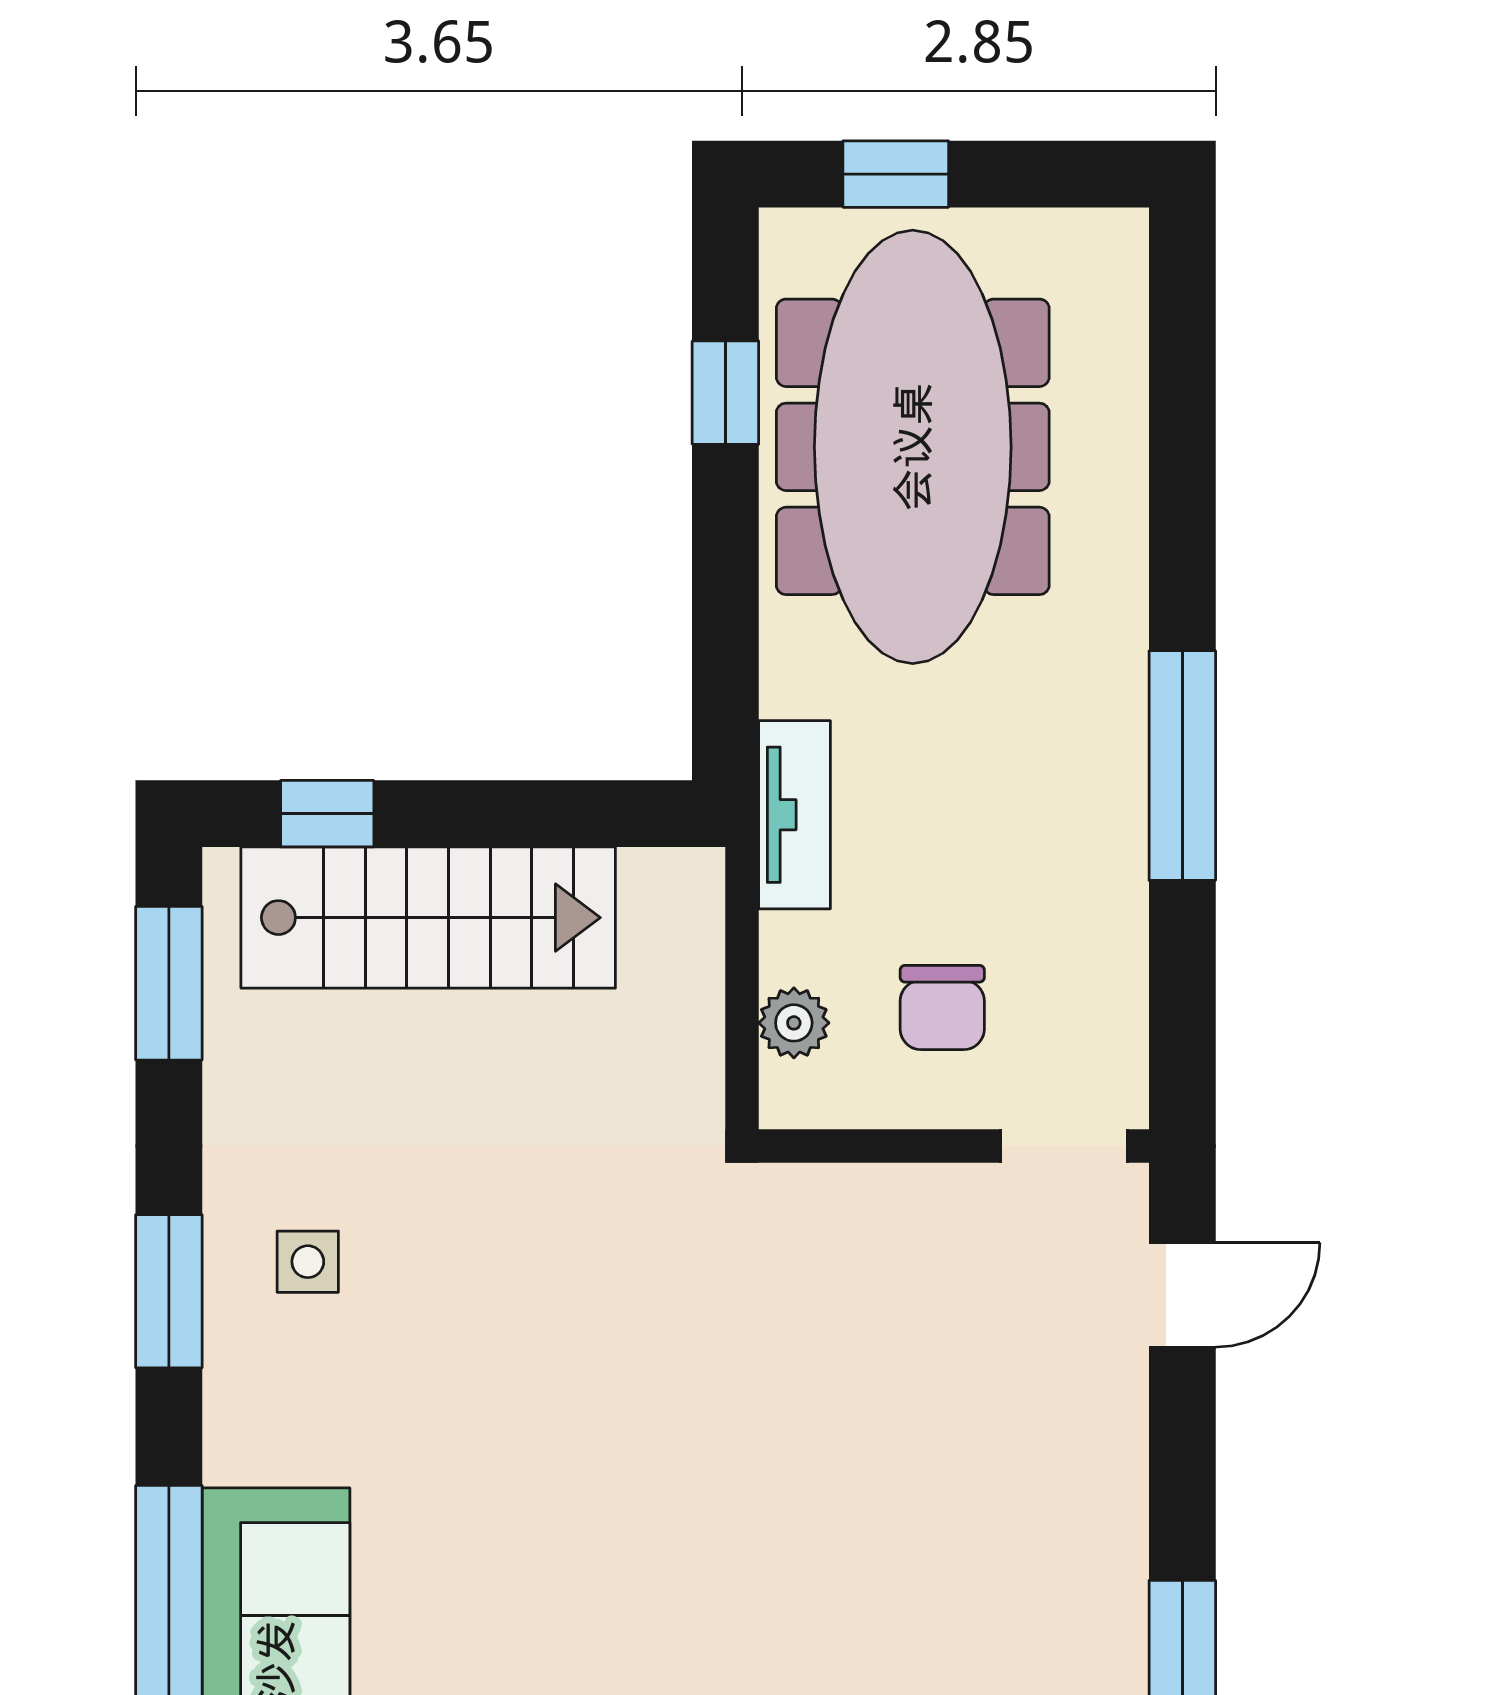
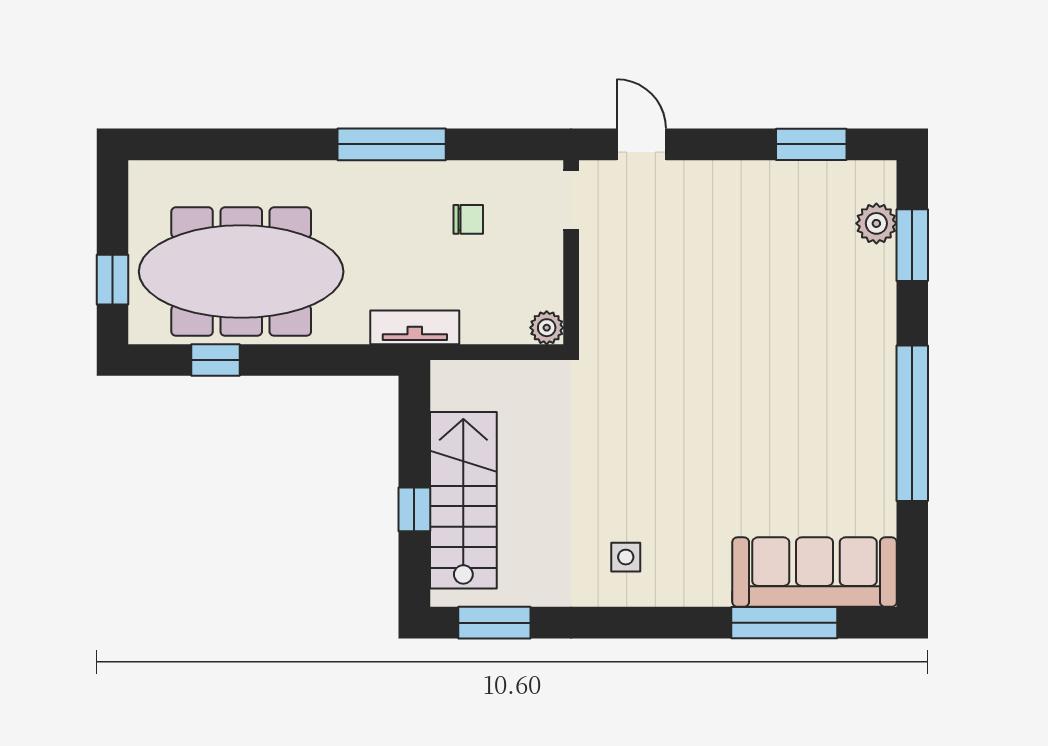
window: (327, 814) -> (414, 509), moved
chair: (942, 1007) -> (468, 219), moved, width x0.73, depth x0.73
plant: (794, 1023) -> (547, 328), moved
window: (169, 1291) -> (640, 623), removed

